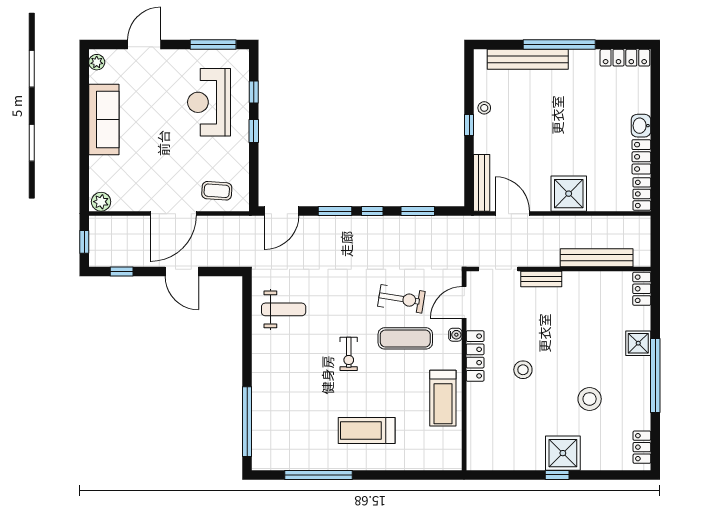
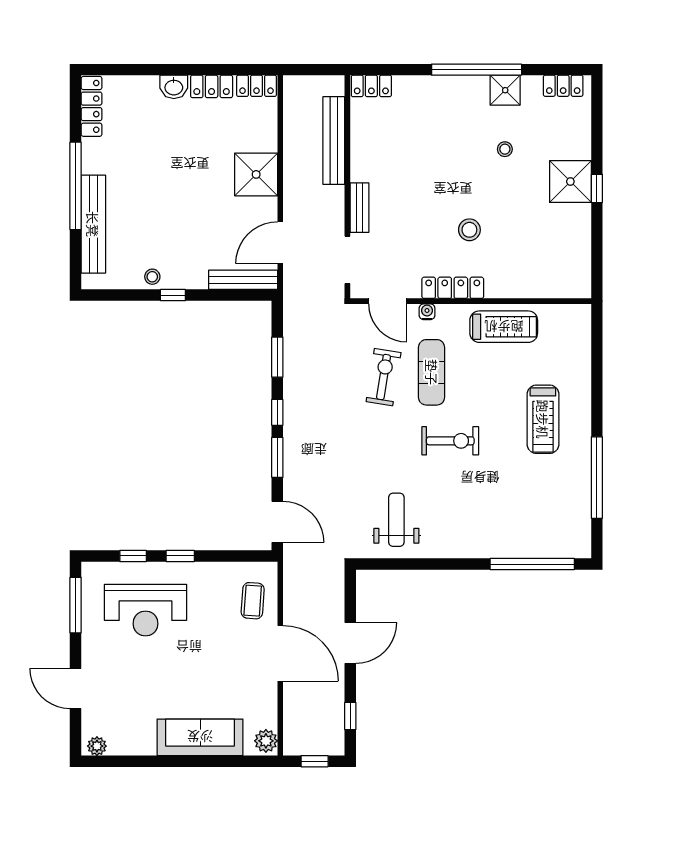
sofa: (104, 120) -> (200, 737), moved
shower: (638, 343) -> (505, 90), moved
exercise bike: (349, 354) -> (450, 441), width x1.38, depth x1.39
stool: (590, 399) -> (505, 149), width x0.53, depth x0.53

